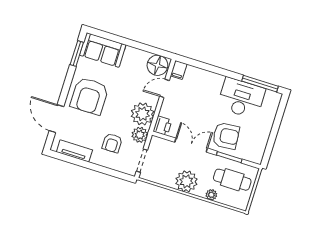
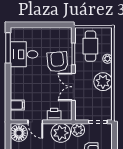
filing cabinet: (179, 70) -> (17, 105), moved
desk: (241, 98) -> (24, 54), width x0.73
printer: (162, 126) -> (54, 114), moved

